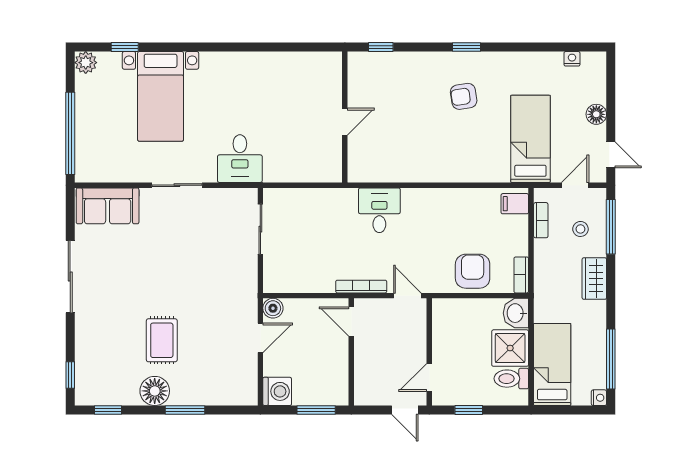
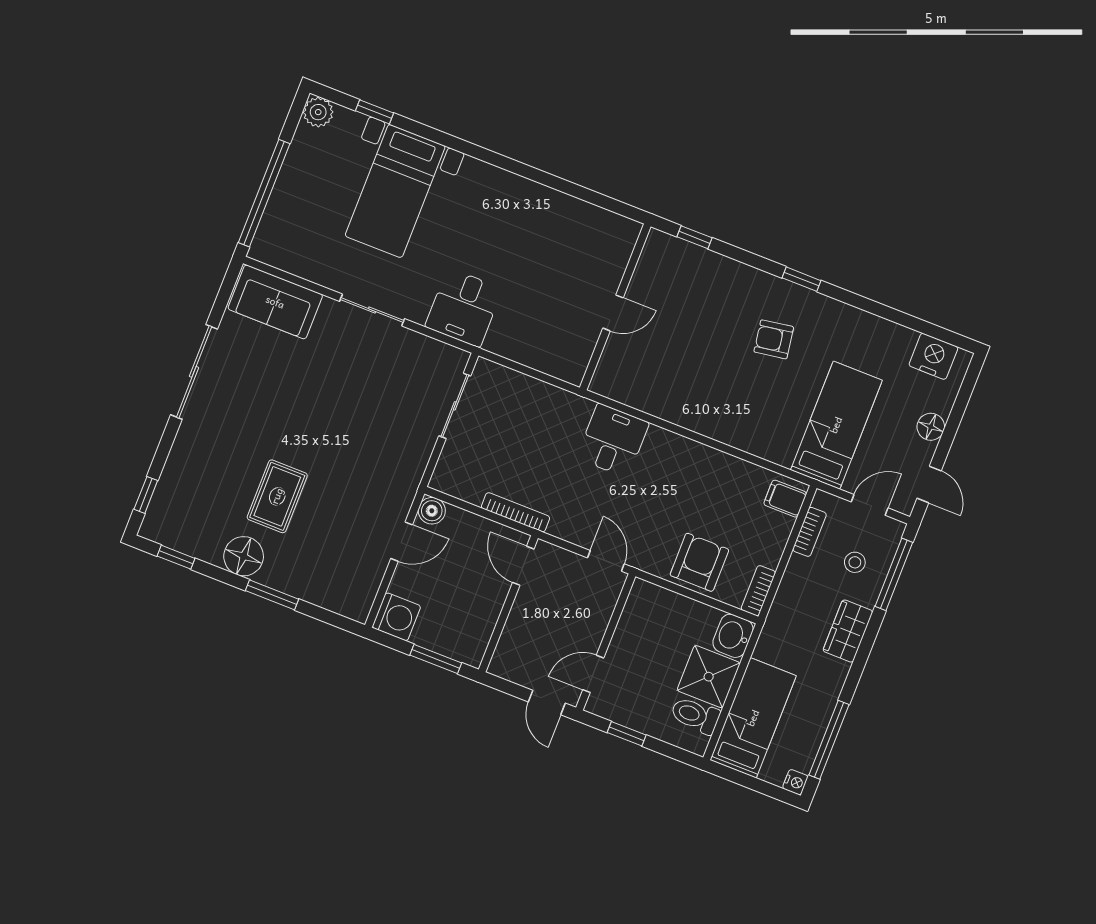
nightstand: (572, 59) -> (933, 356), width x1.89, depth x1.79
bookcase: (361, 287) -> (516, 512), moved

